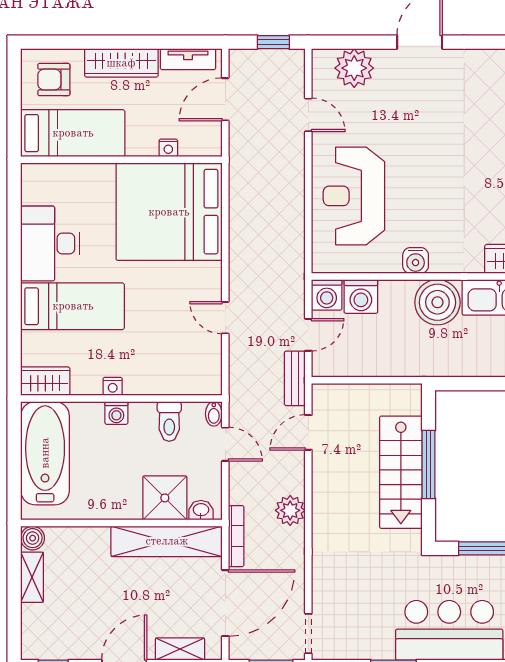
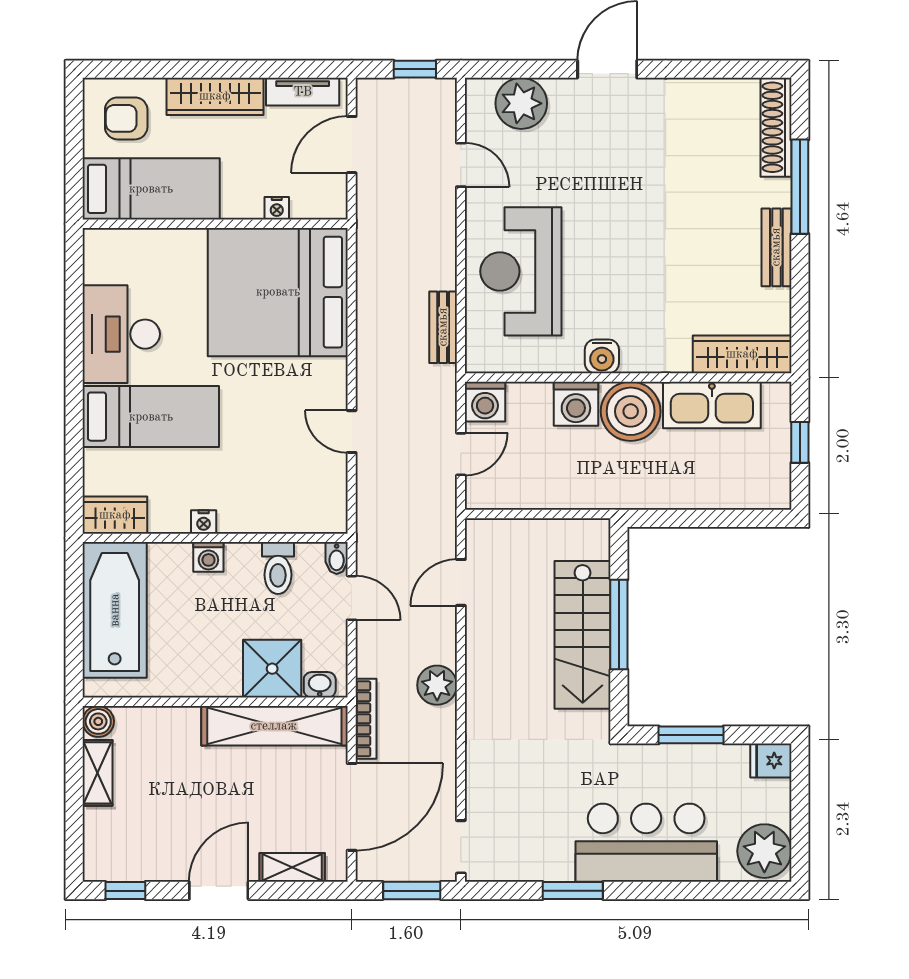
washing machine: (361, 296) -> (576, 404), moved
bench: (295, 378) -> (443, 327), moved

